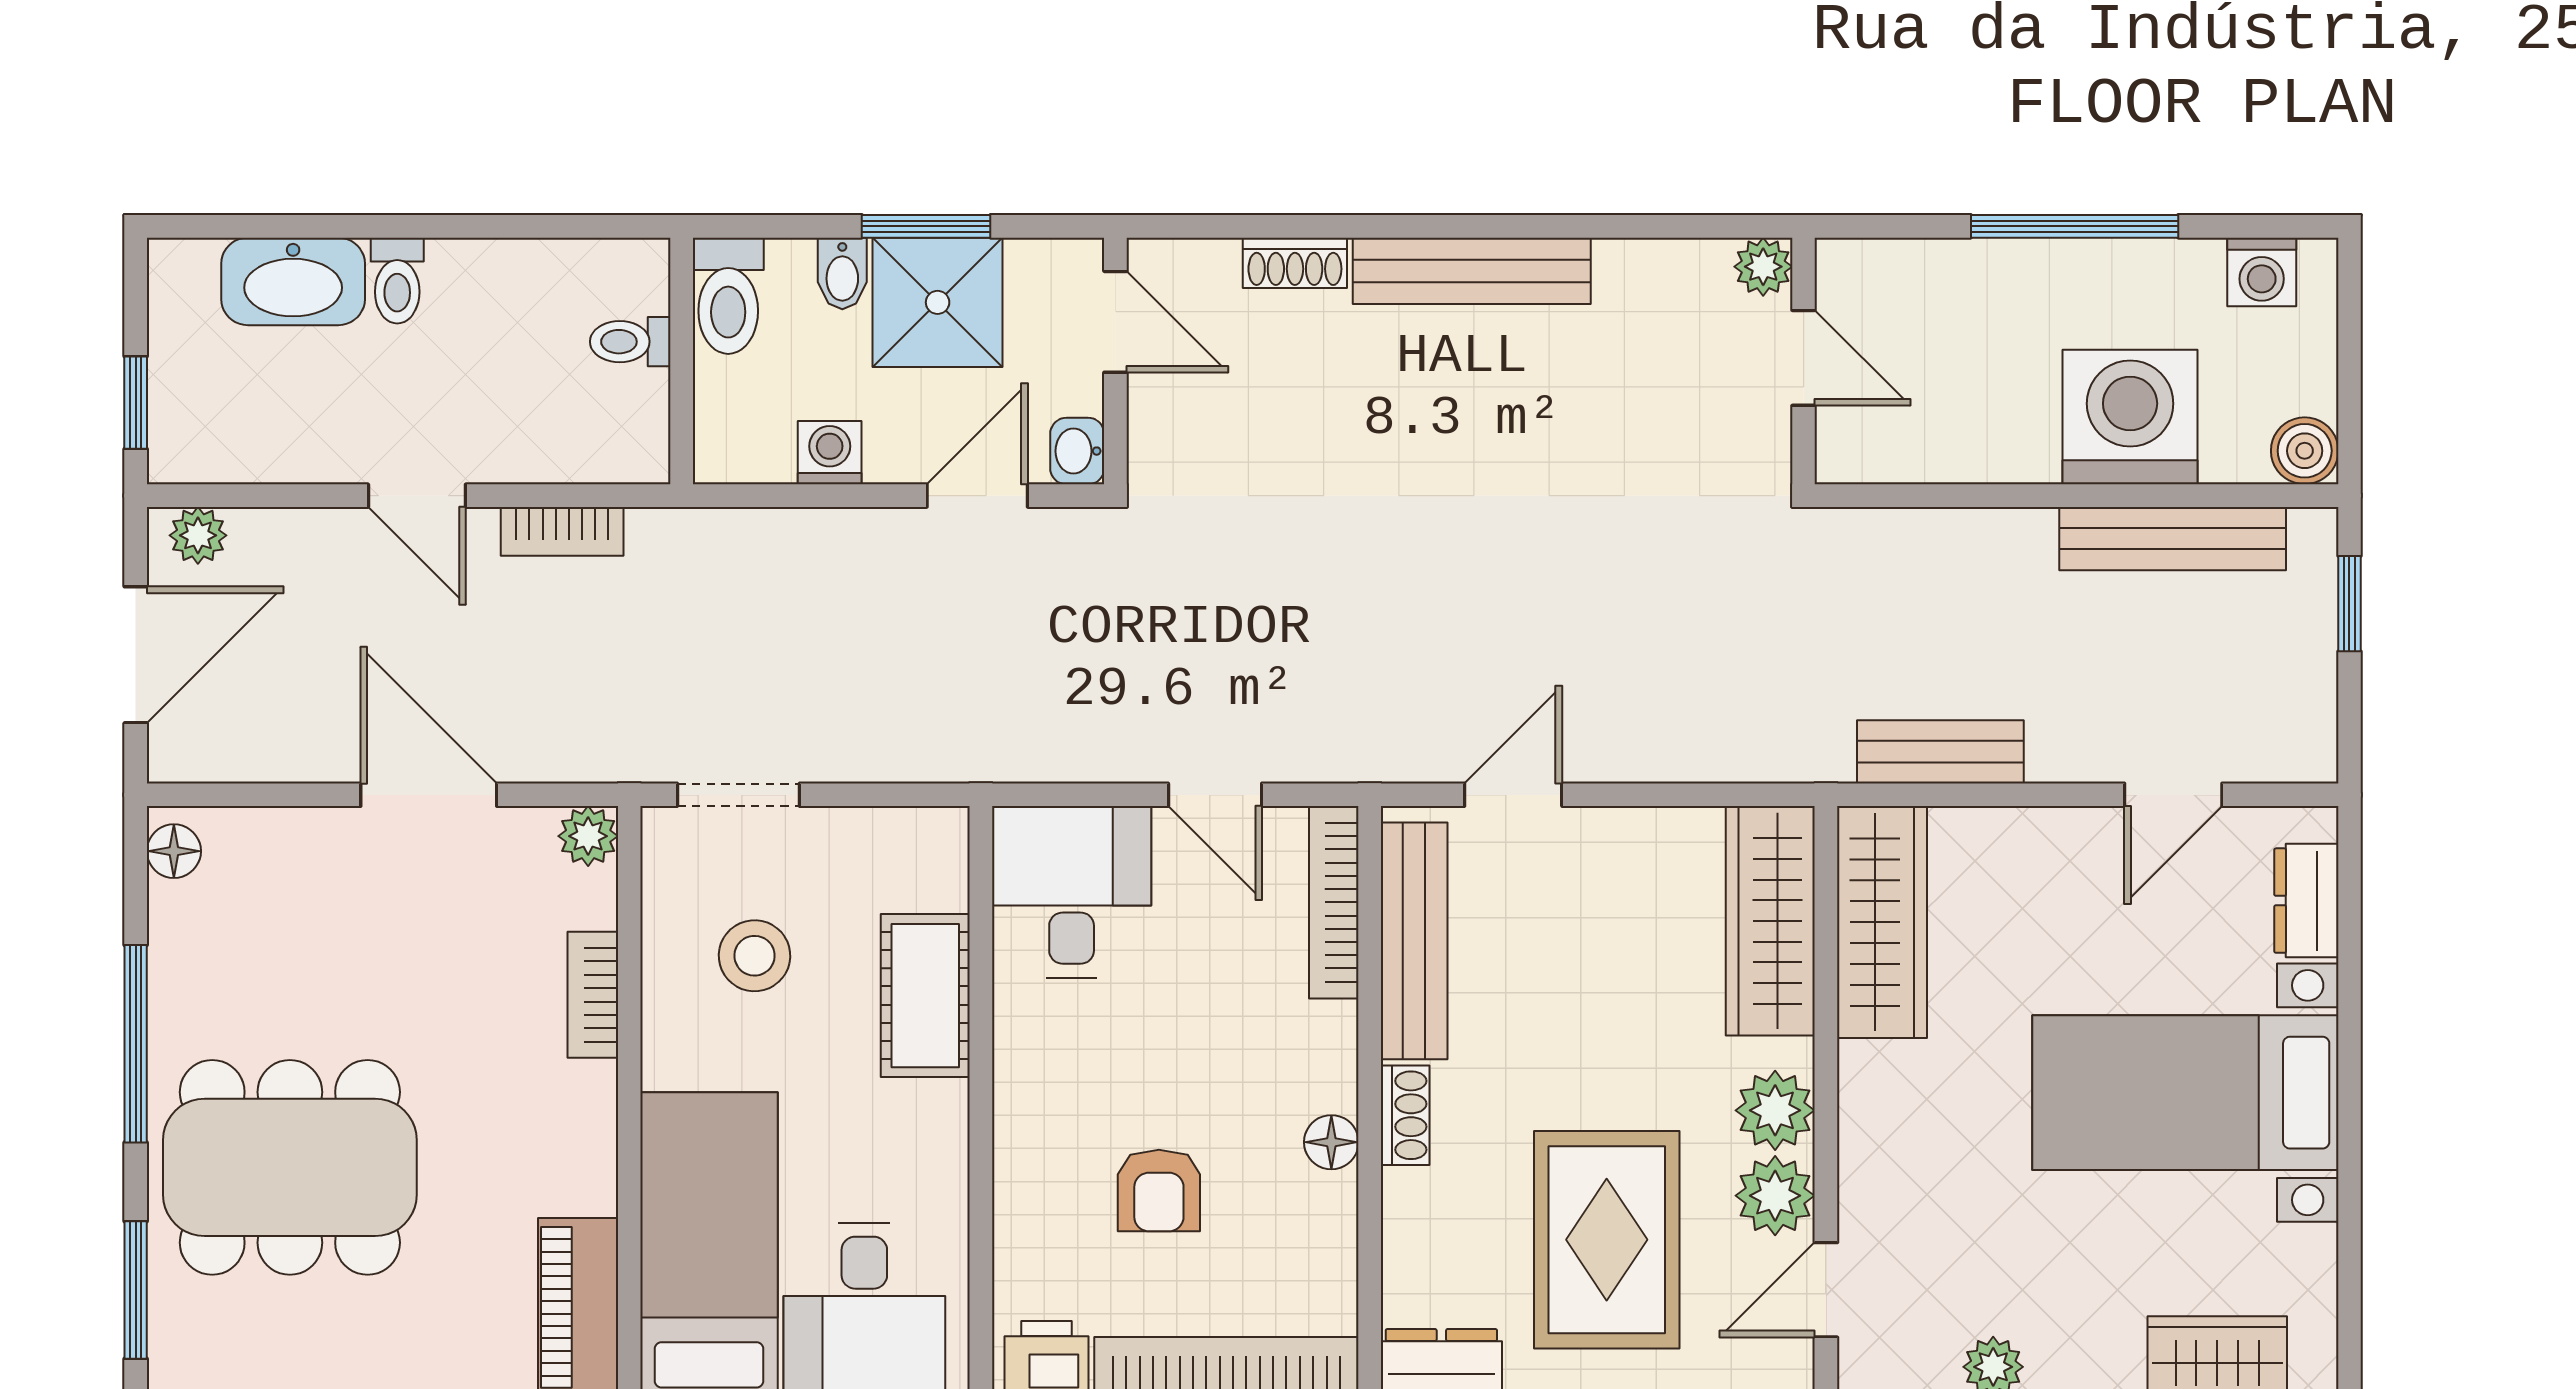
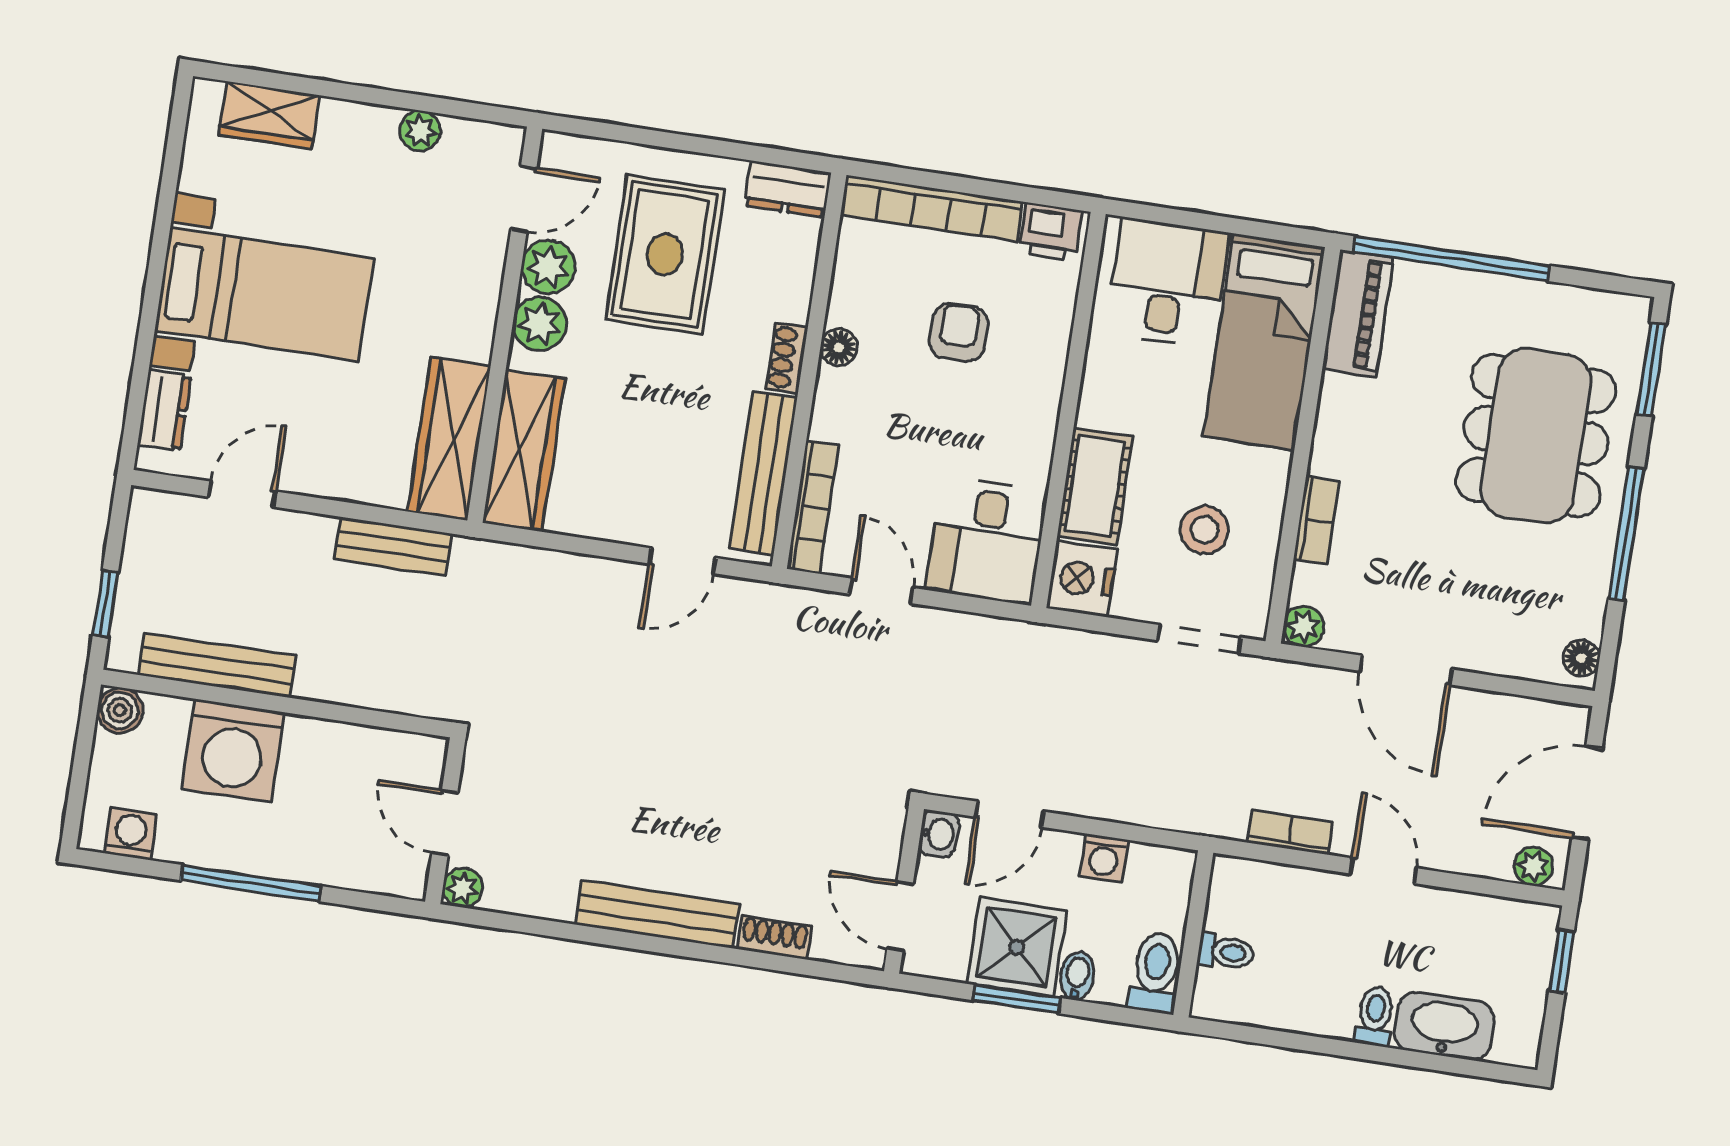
nightstand: (924, 857) -> (1082, 579), added
dining table: (290, 1167) -> (1536, 436), turned 90

